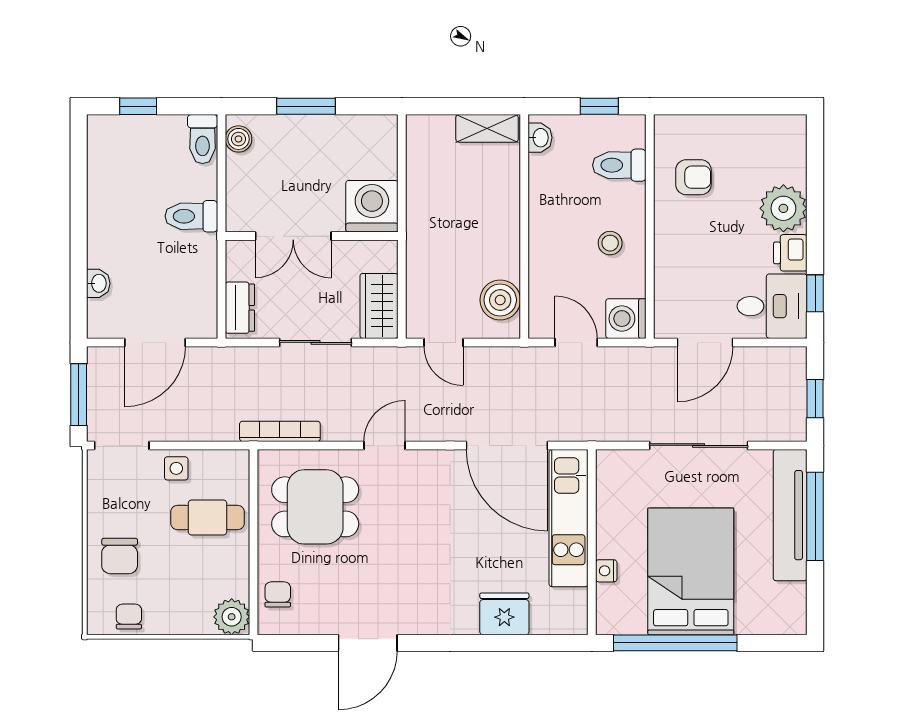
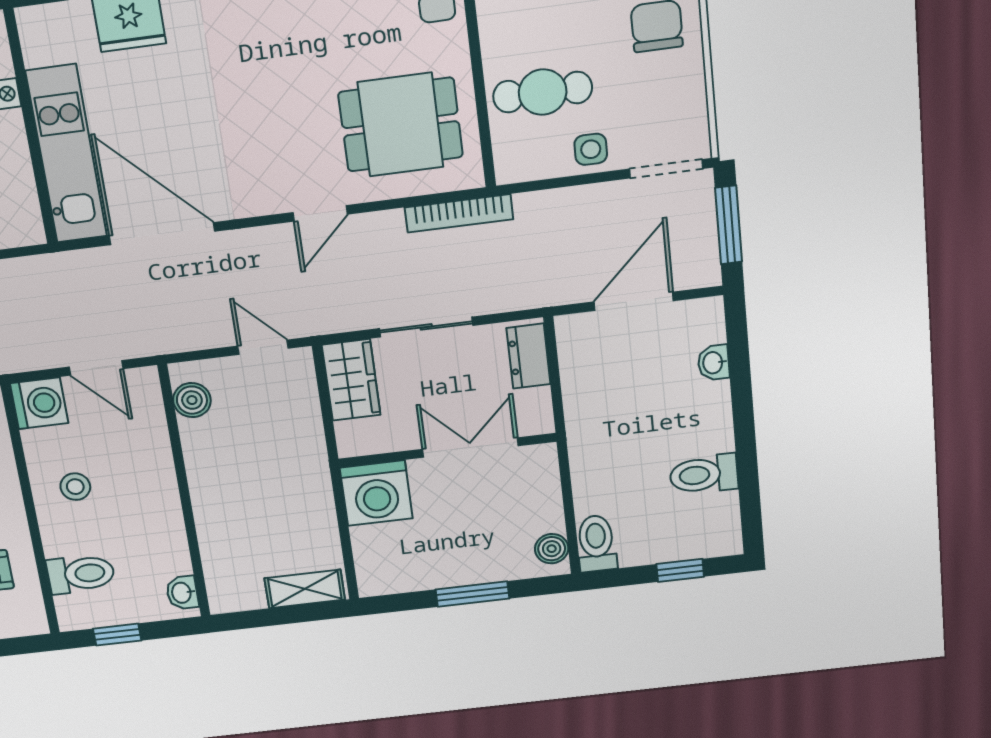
shelving: (487, 128) -> (305, 589), moved
toilet: (191, 216) -> (704, 474), moved, turned 180
boiler: (500, 300) -> (192, 400), width x0.73, depth x0.73

